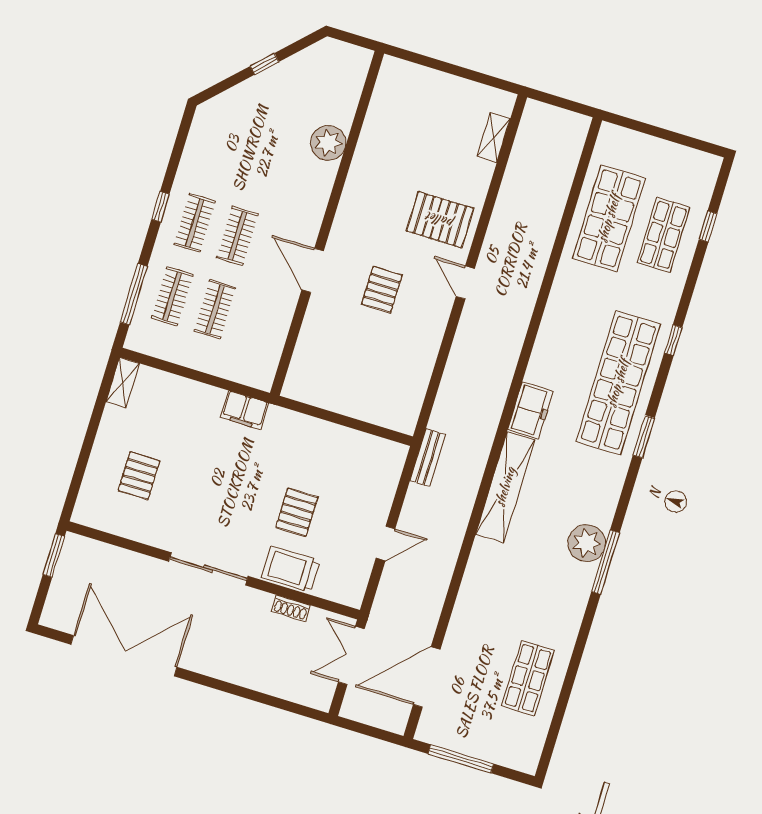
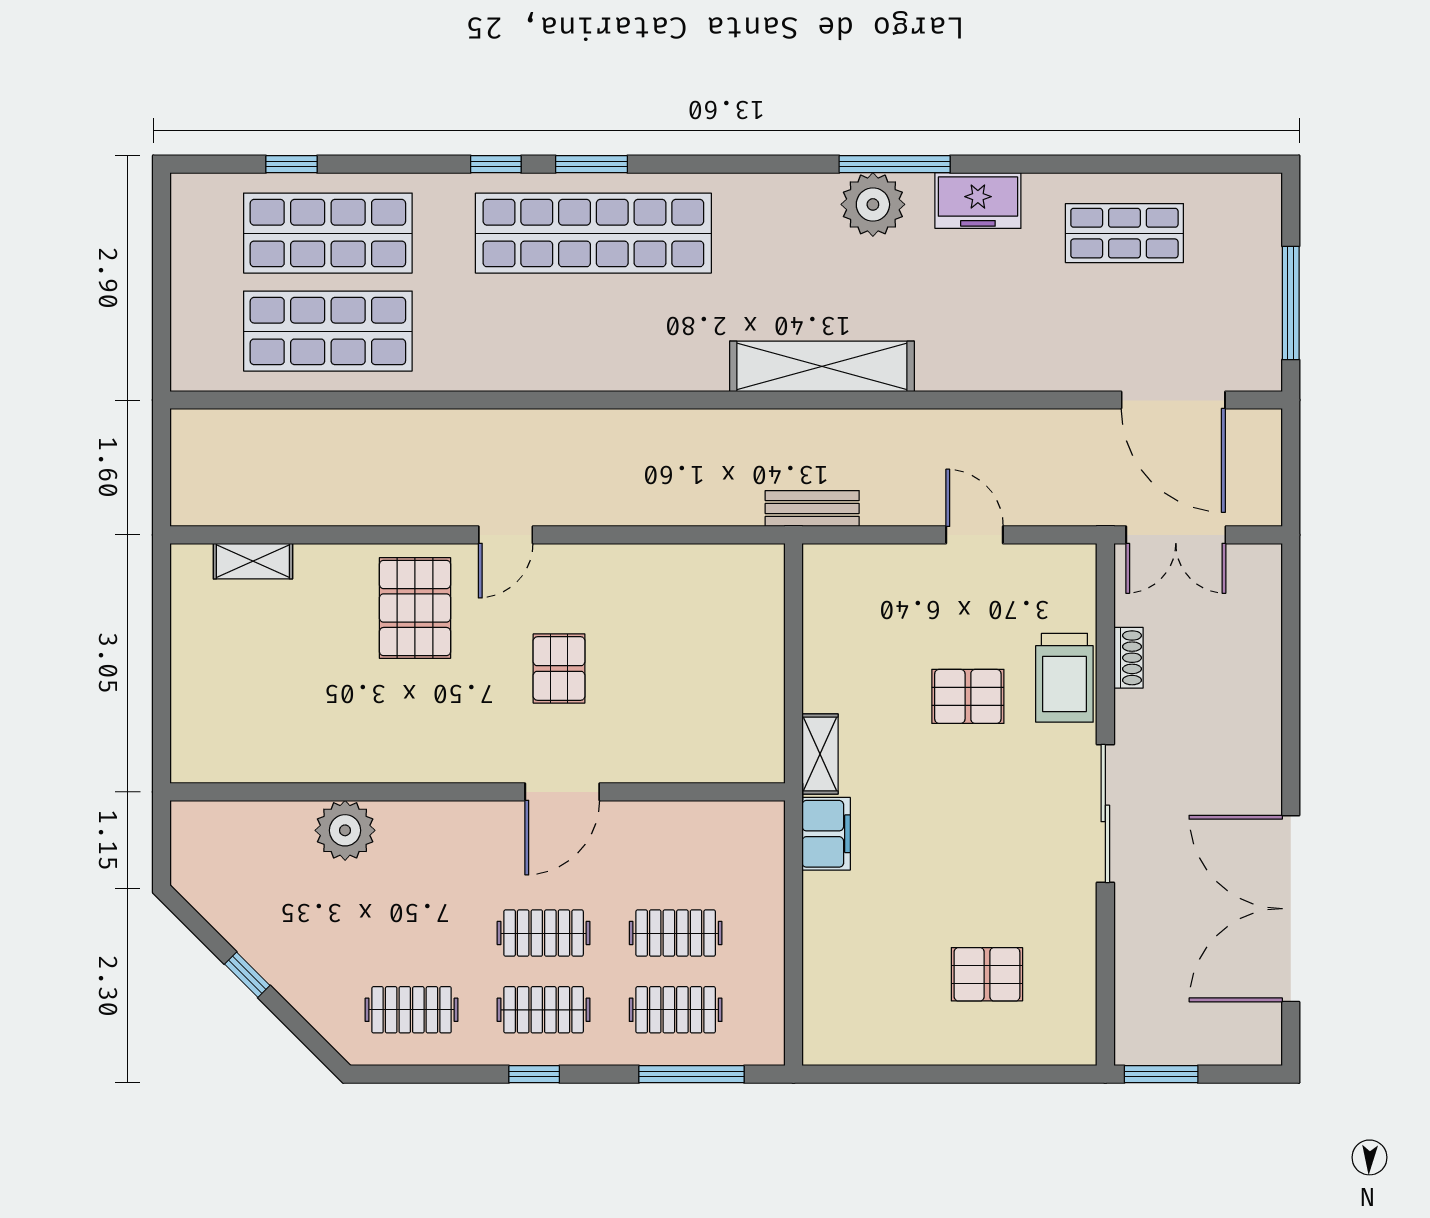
clothes rail: (217, 149) -> (412, 1010), added
shop shelf: (663, 235) -> (328, 233), width x1.43, depth x1.36
pallet: (382, 290) -> (559, 669), turned 90
shelving: (123, 382) -> (820, 754), moved, turned 90
freezer: (530, 410) -> (978, 200), moved, turned 180
window: (644, 437) -> (592, 164), moved

